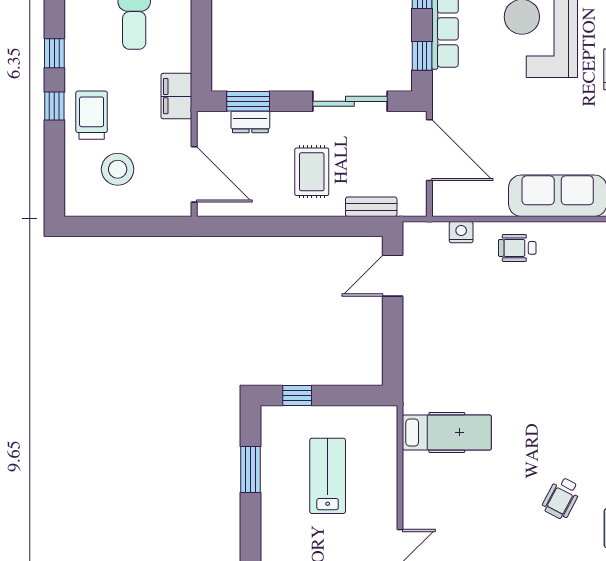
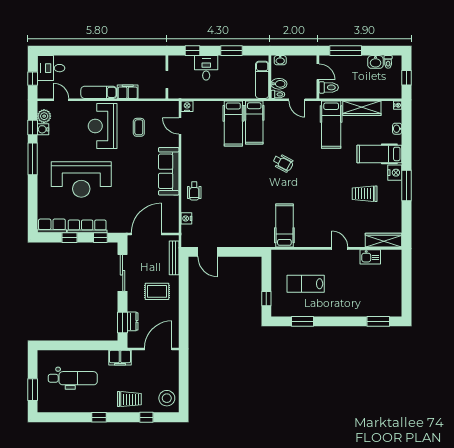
window: (54, 106) -> (146, 417), moved
trolley: (92, 115) -> (129, 399), turned 180
stool: (118, 169) -> (167, 398), moved
bench: (371, 207) -> (174, 258), width x1.36
wheelchair: (561, 498) -> (283, 163), moved

